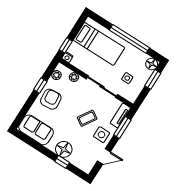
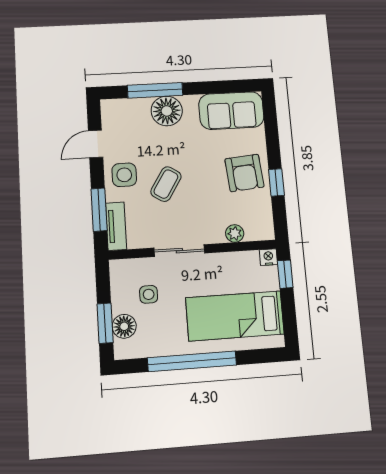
floor lamp: (152, 64) -> (124, 326), moved
plant: (56, 75) -> (264, 217), removed
sliding door: (102, 87) -> (179, 251), width x0.73
window: (62, 162) -> (155, 90), width x2.17

